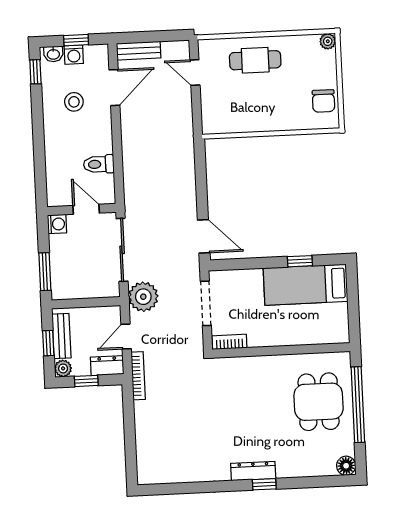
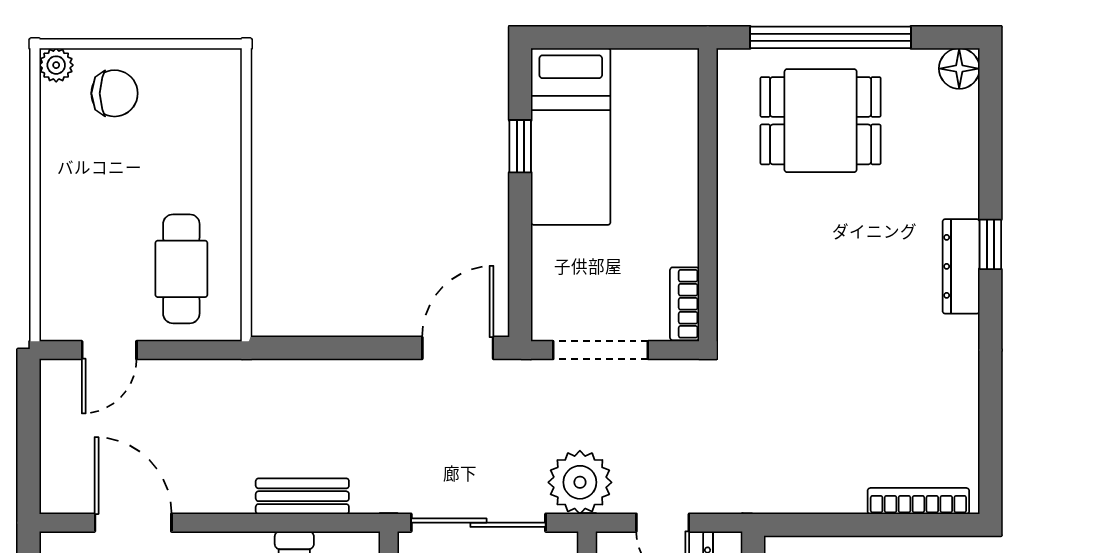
bench: (139, 51) -> (302, 496), moved, turned 90
cafe table: (255, 60) -> (181, 269), moved
chair: (323, 101) -> (115, 93), moved
bookcase: (138, 376) -> (918, 501), moved

